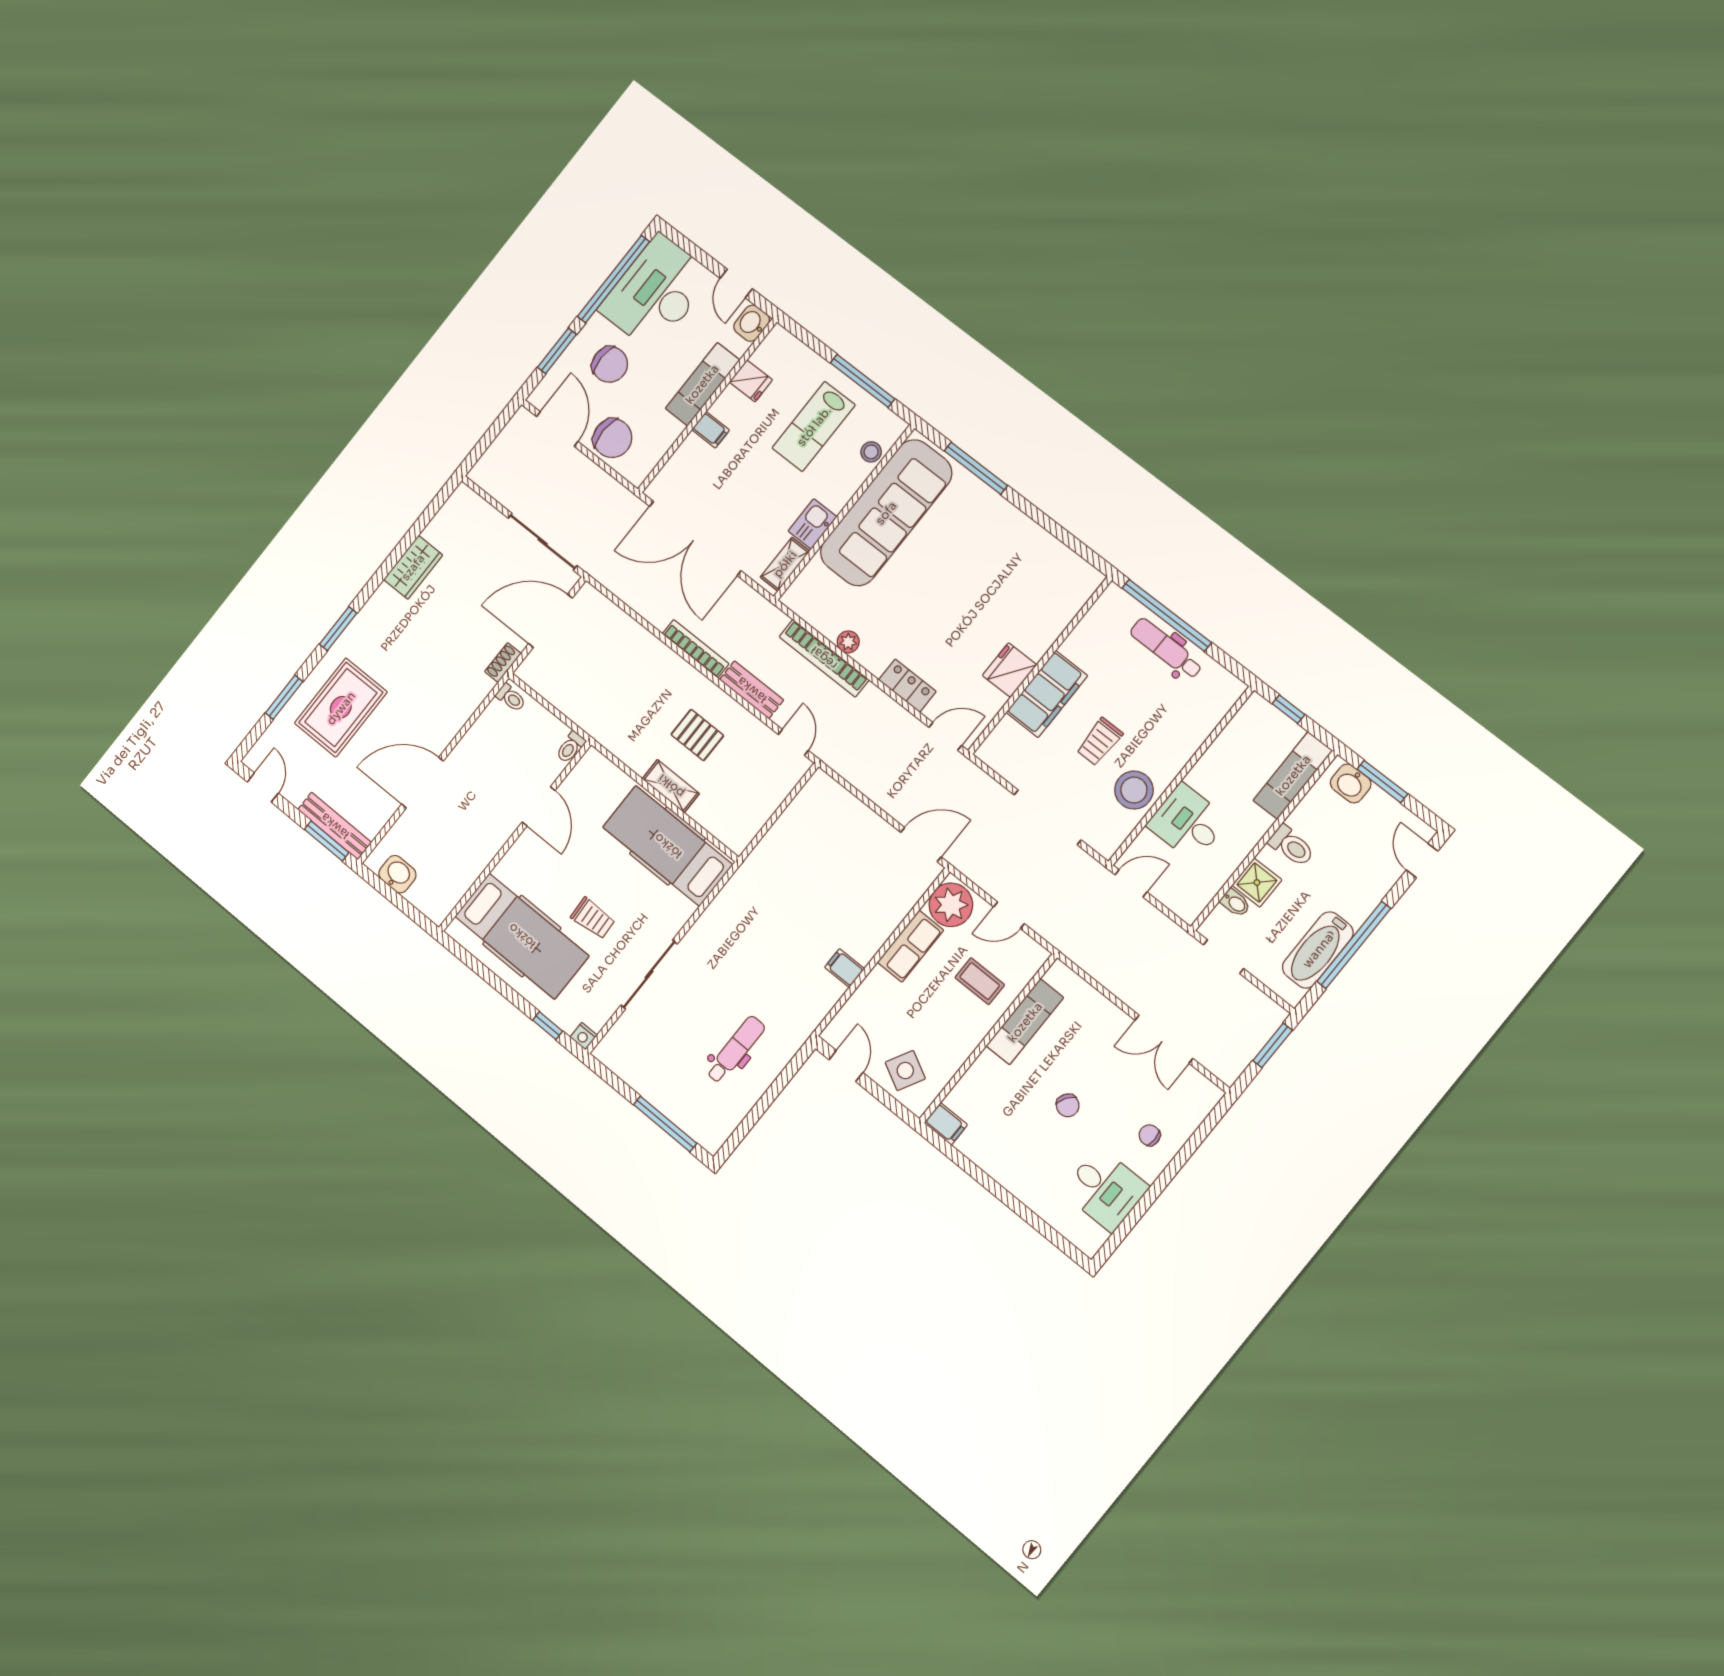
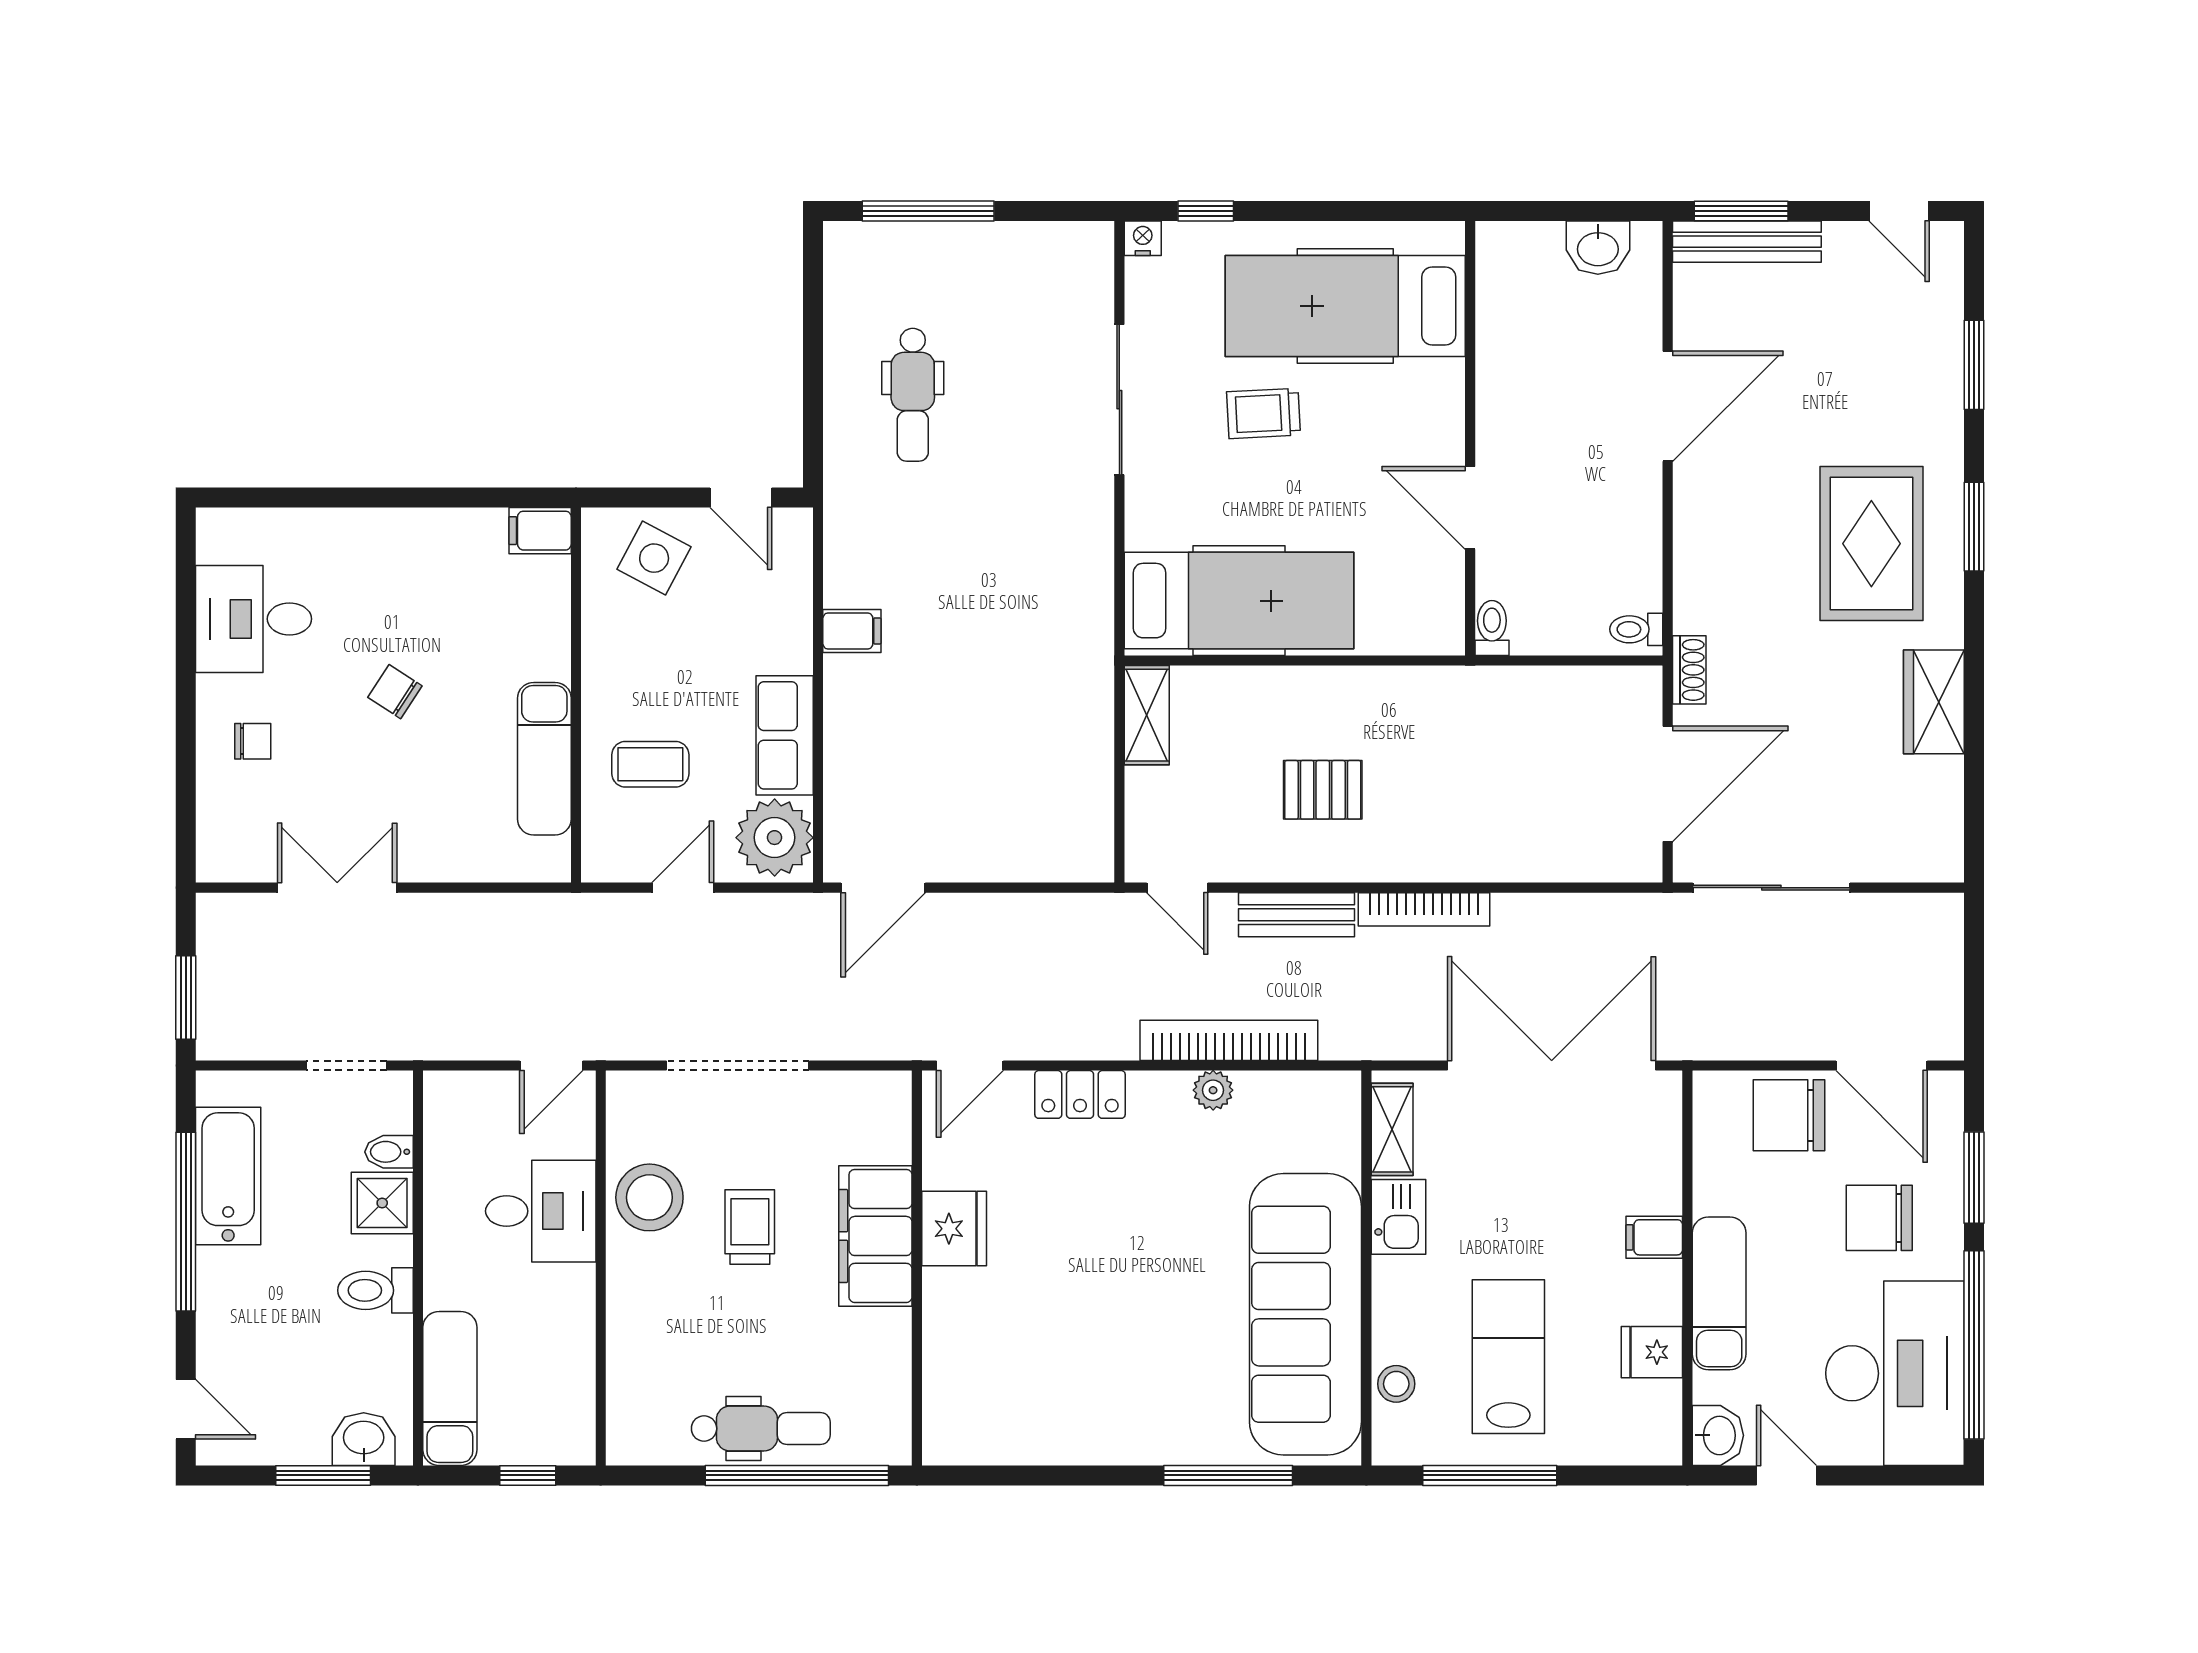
rug: (341, 708) -> (1871, 544), moved
shelving: (671, 786) -> (1147, 715), moved, turned 90

